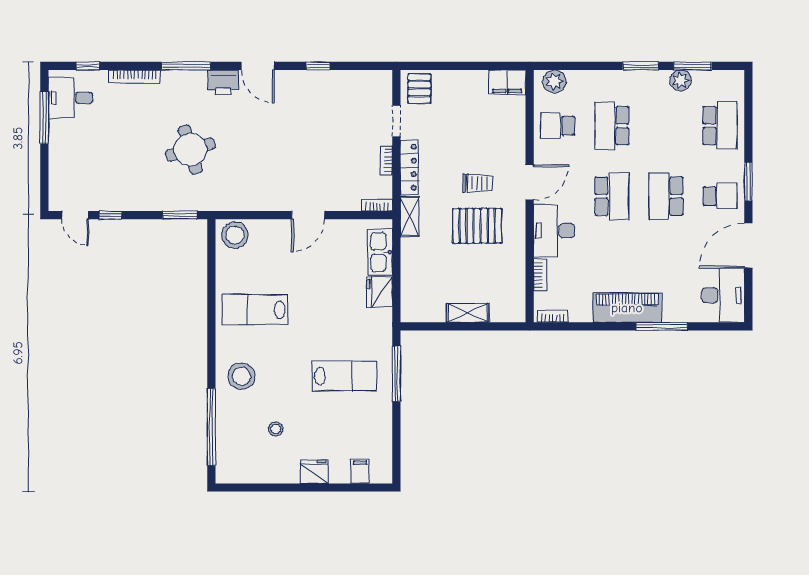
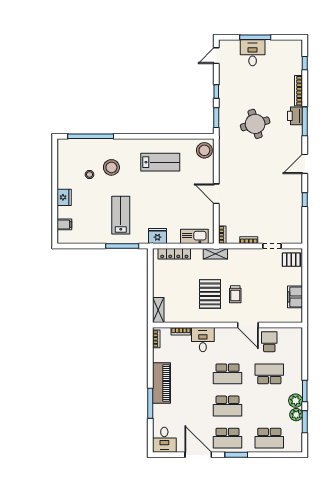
plant: (554, 81) -> (296, 401), moved
printer: (223, 82) -> (295, 116), moved
filing cabinet: (507, 82) -> (295, 297), moved
desk: (70, 98) -> (253, 53), moved
window: (44, 118) -> (255, 37), moved
locker: (409, 167) -> (174, 254), moved
door: (530, 183) -> (248, 325), moved
school desk: (666, 196) -> (228, 406), turned 180
school desk: (720, 196) -> (228, 438), width x1.85
window: (111, 215) -> (216, 92), moved
desk: (554, 231) -> (203, 340), width x0.73
fridge: (379, 292) -> (157, 236), moved
desk: (723, 295) -> (164, 440), width x0.73
lab bench: (255, 310) -> (160, 162), turned 90
shelving: (468, 313) -> (158, 310), moved
stool: (242, 376) -> (111, 167), moved
lab bench: (344, 376) -> (121, 215), turned 180

